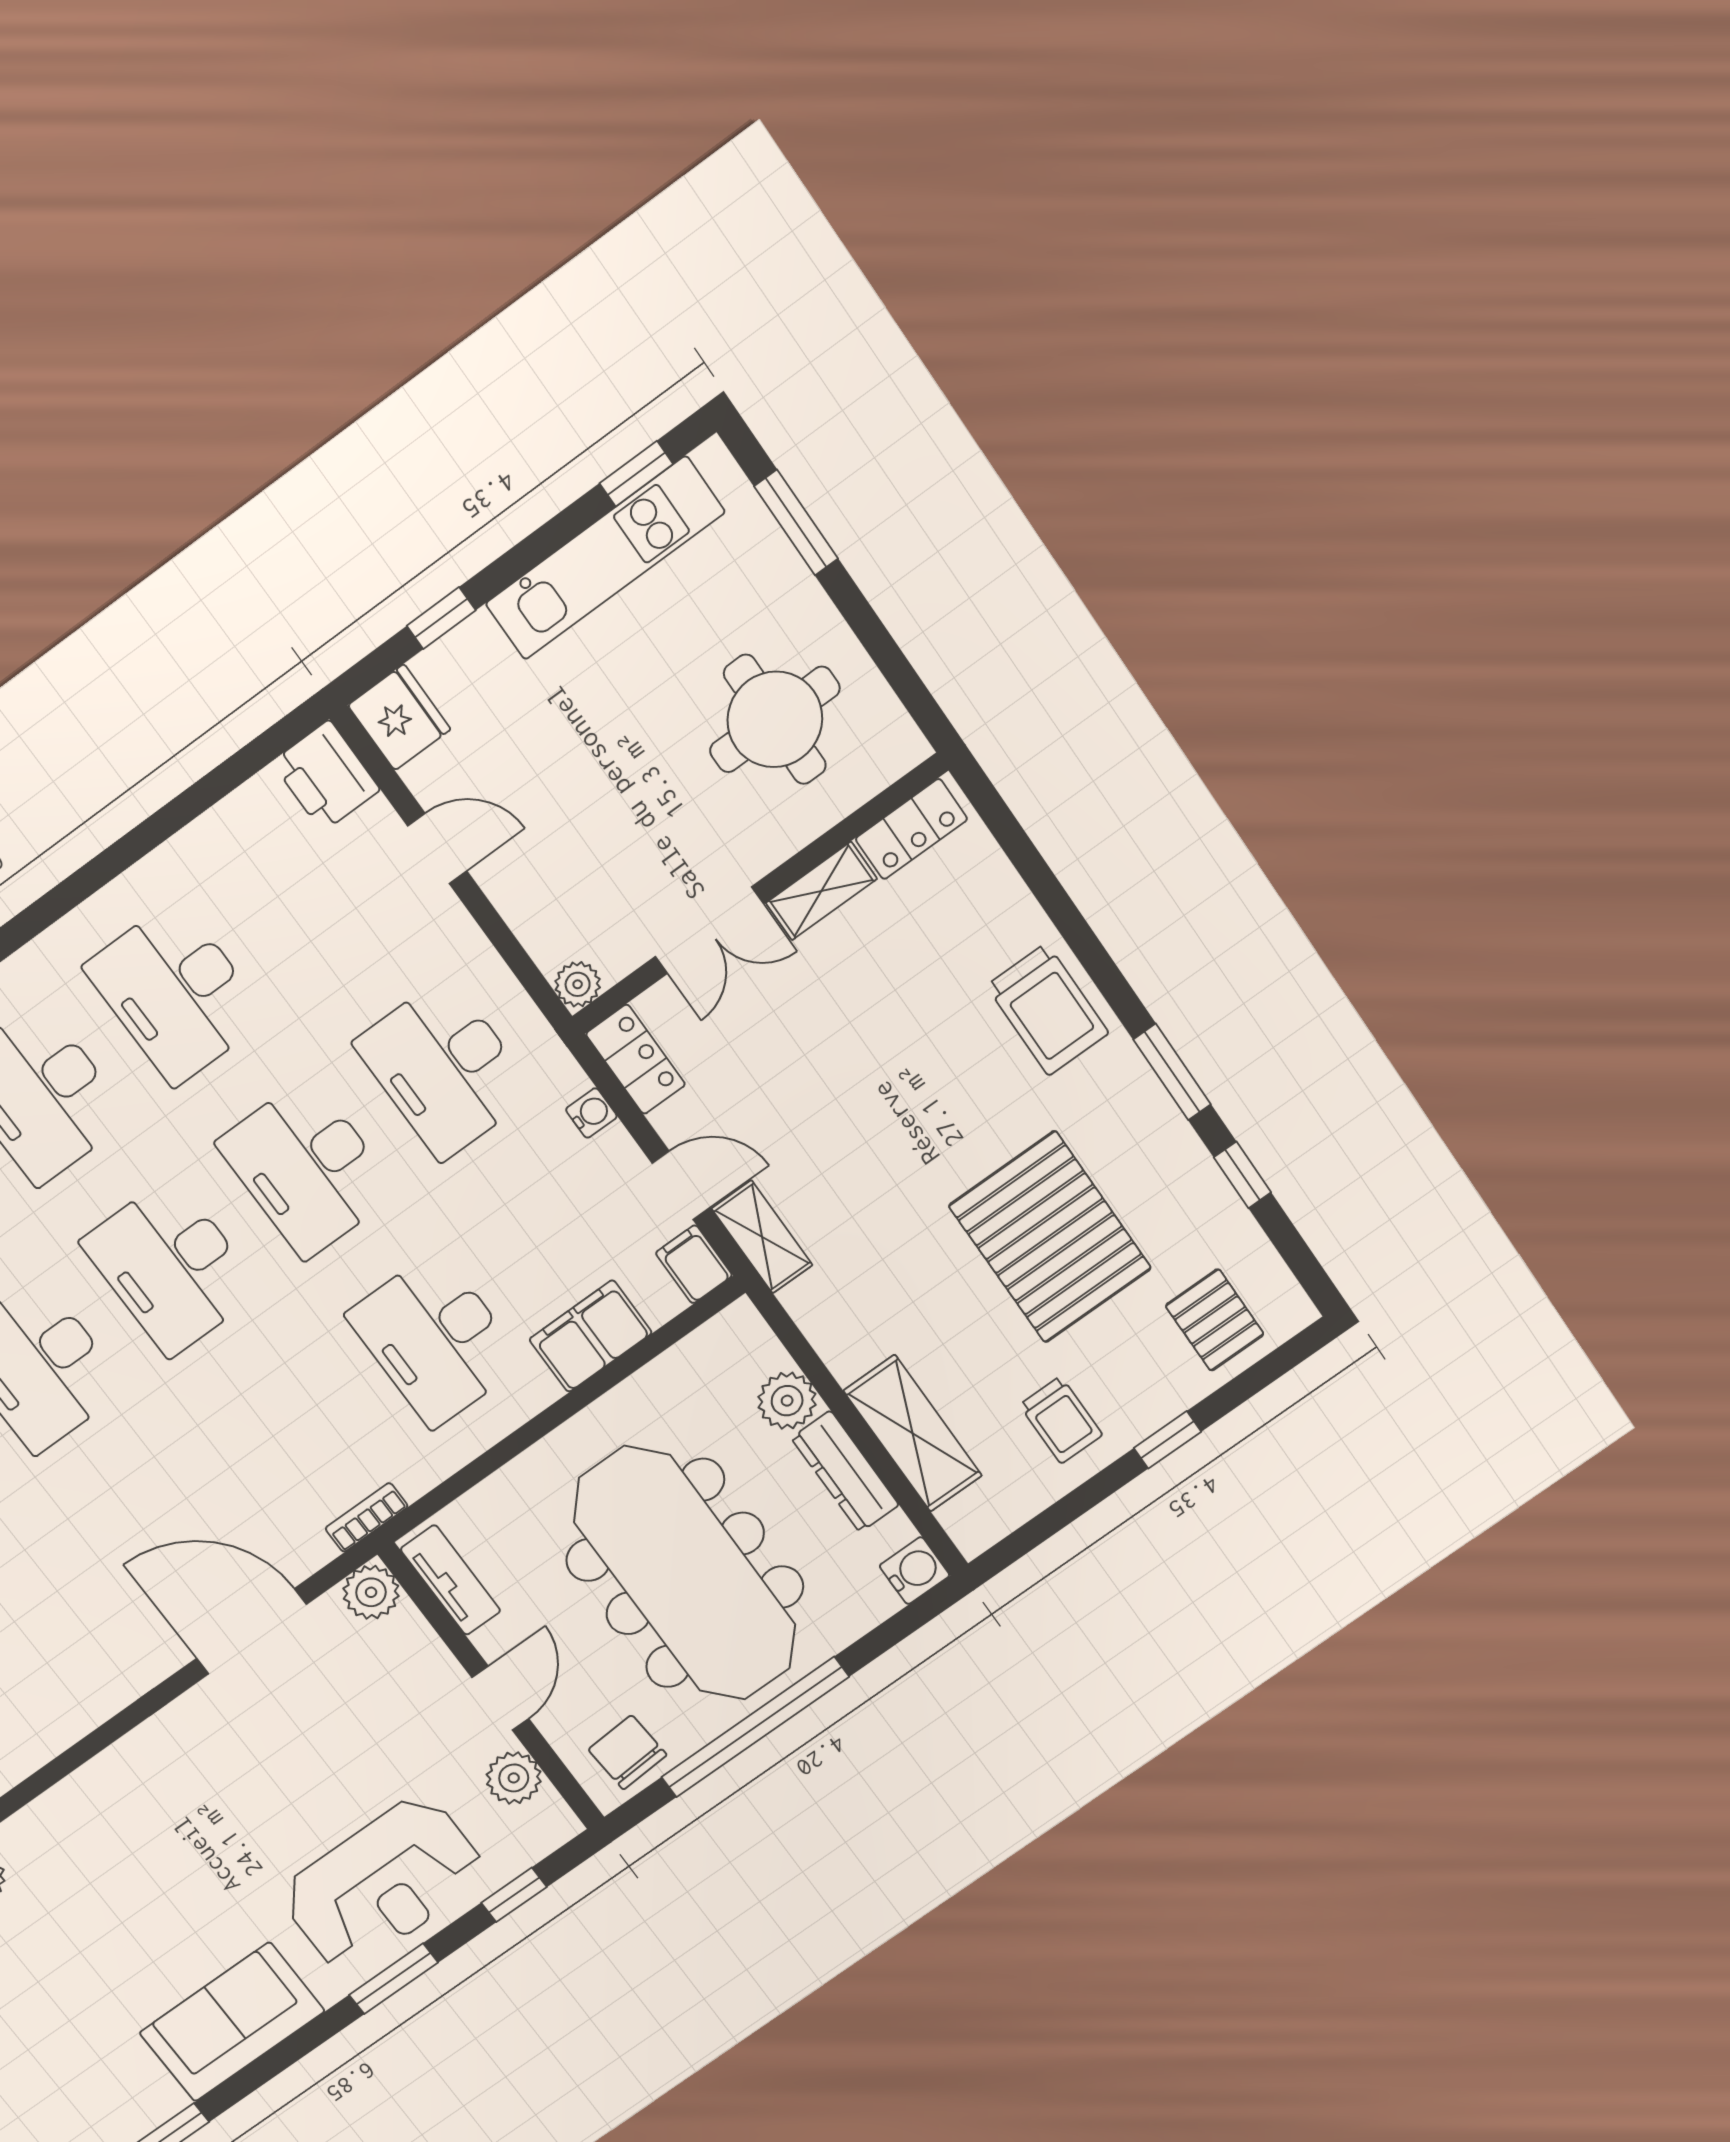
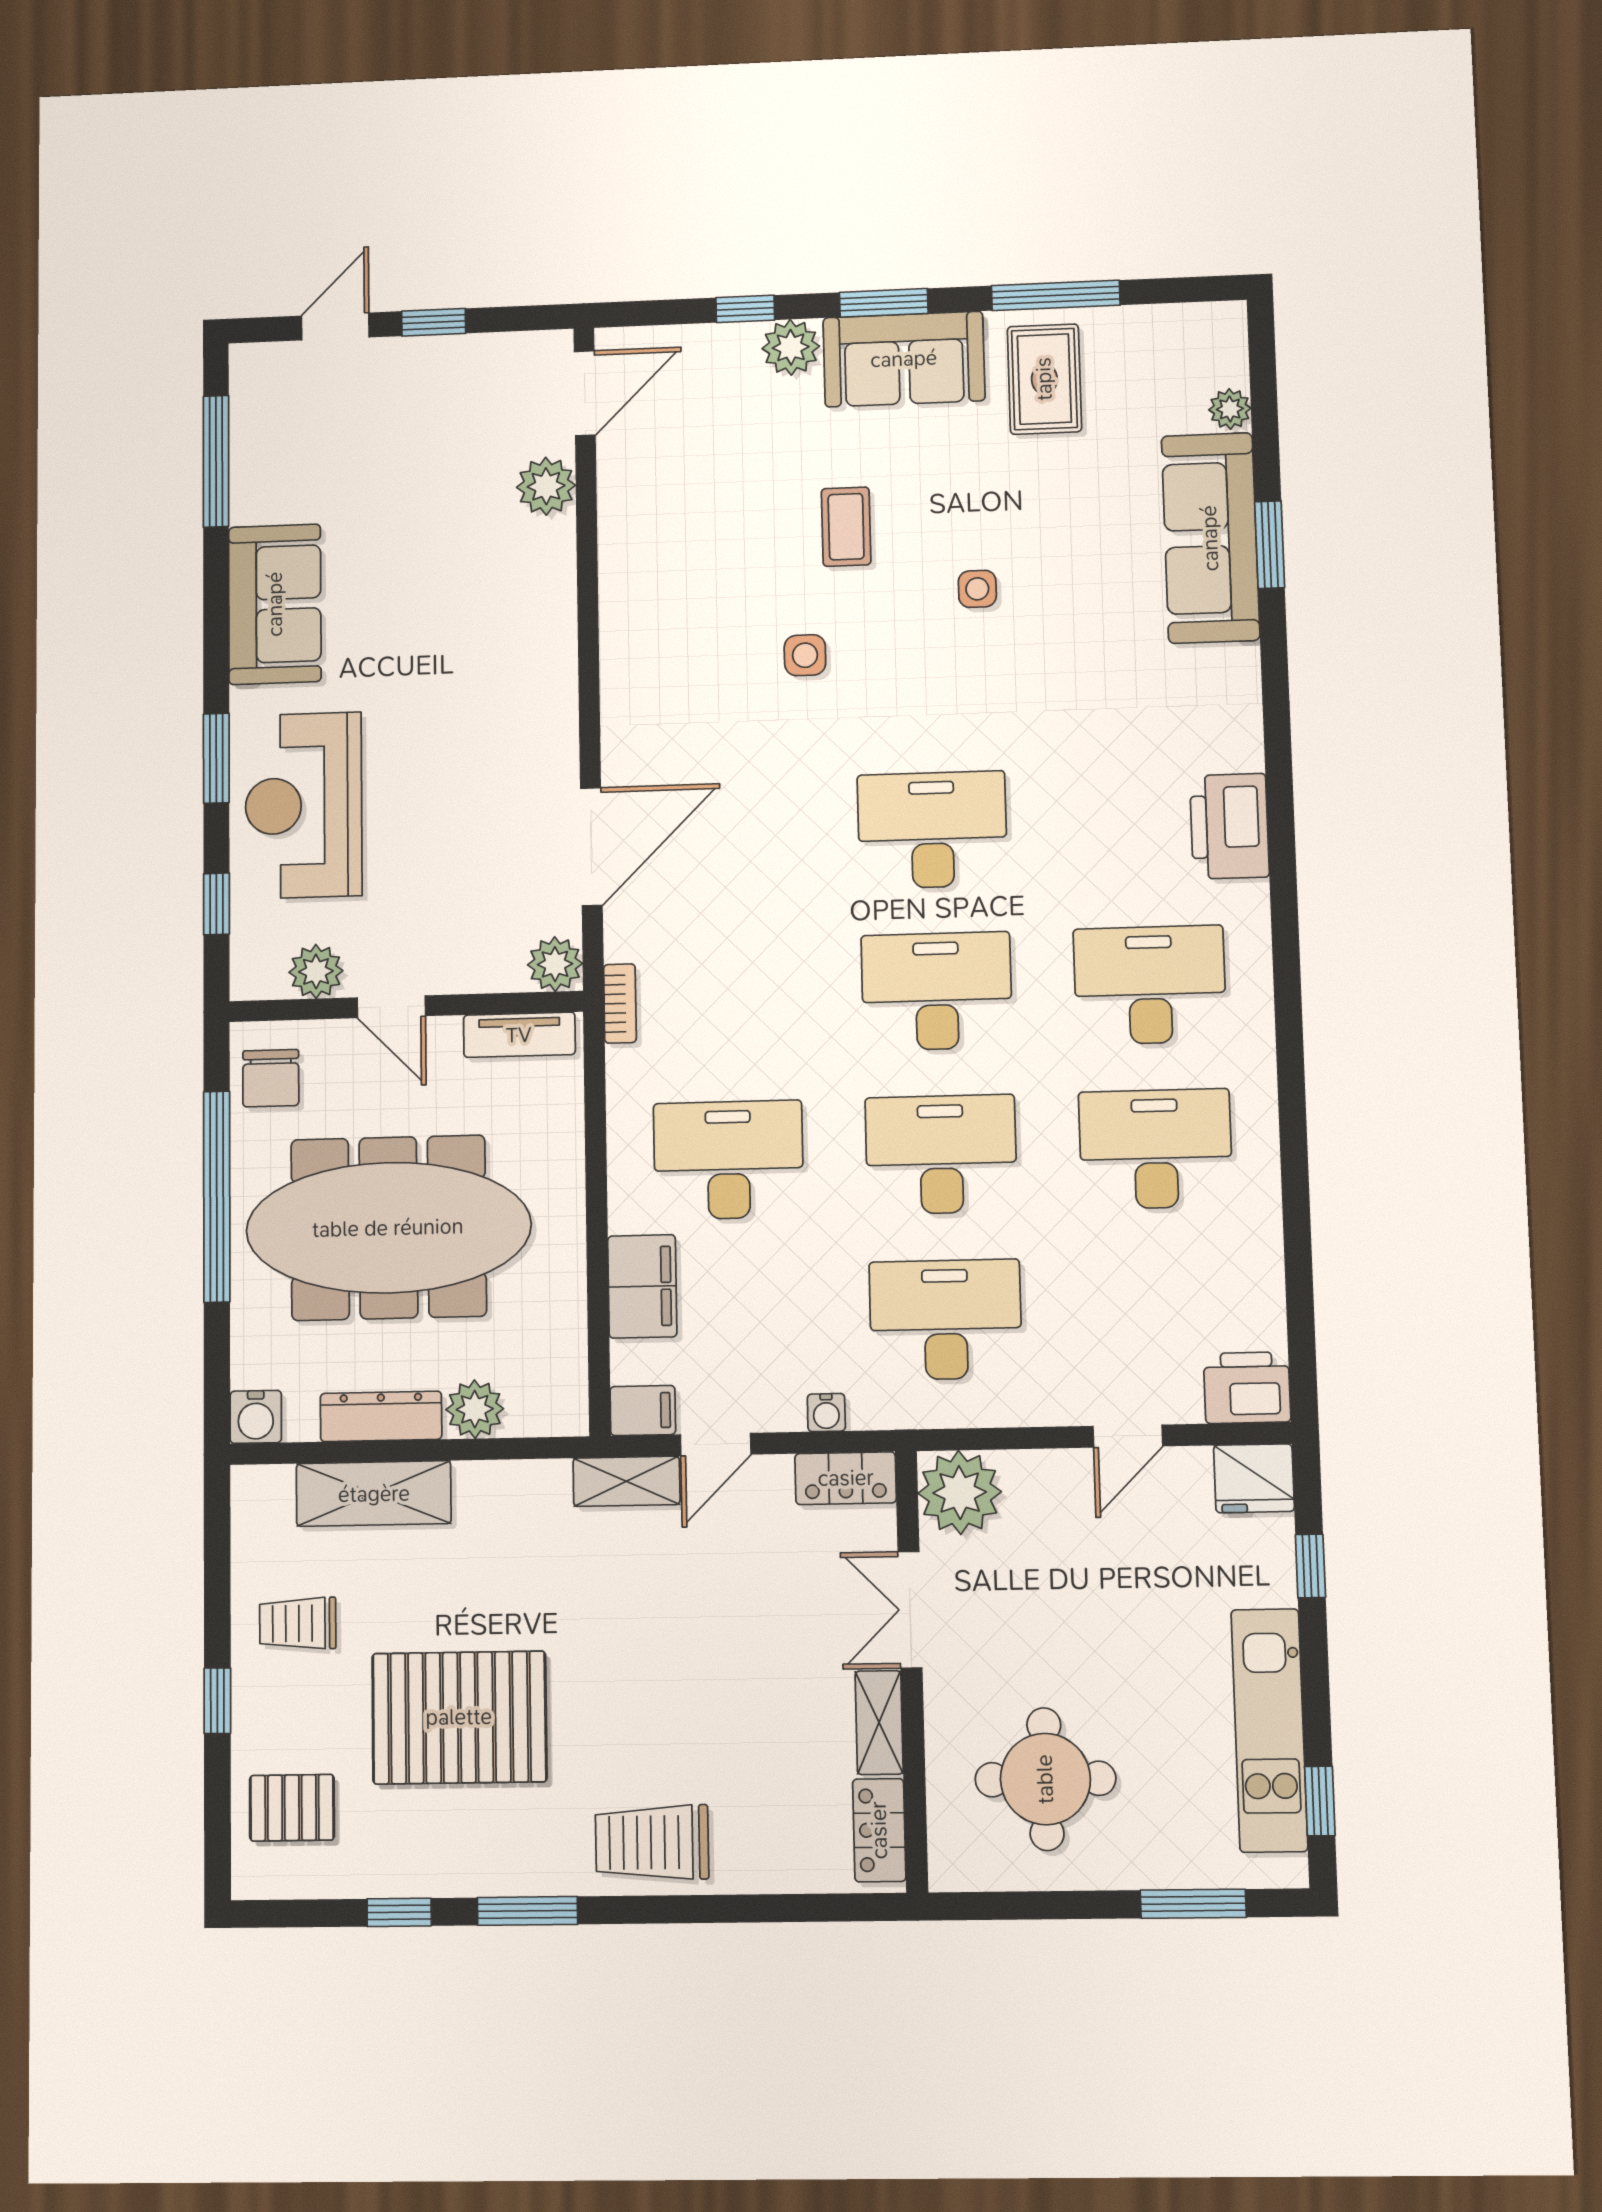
plant: (578, 984) -> (960, 1492), width x1.88, depth x1.88
chair: (628, 1752) -> (271, 1078), turned 94

